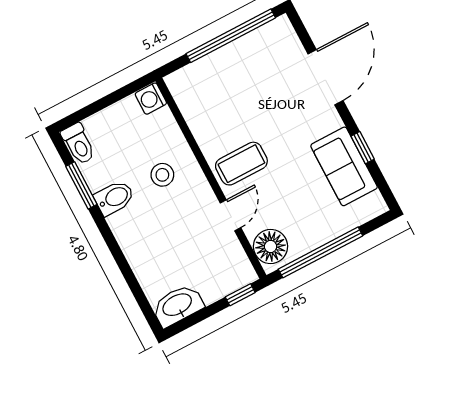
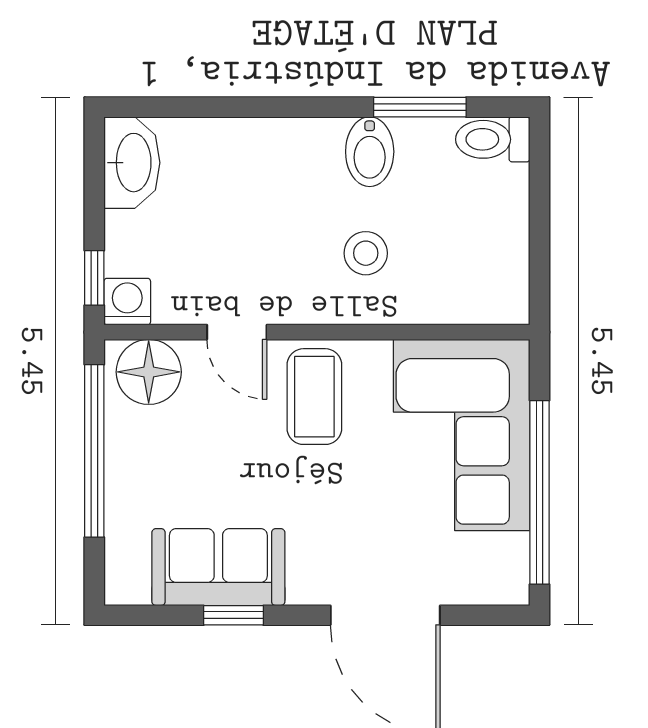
corner sofa: (223, 86) -> (462, 435), added
washing machine: (151, 99) -> (127, 302), moved

